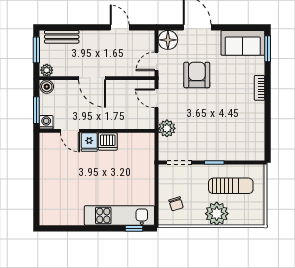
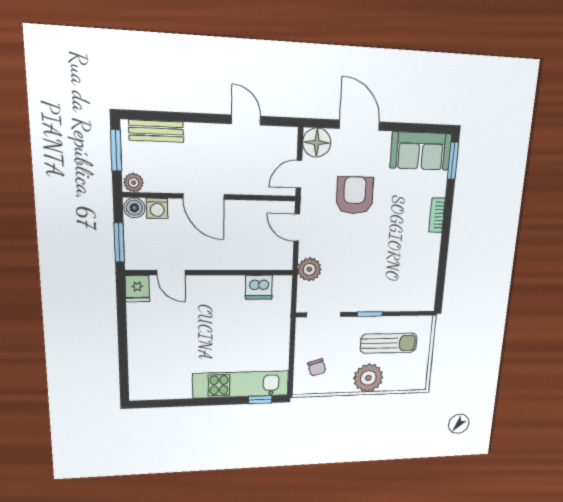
washing machine: (46, 122) -> (157, 208), moved, turned 180
dishwasher: (108, 141) -> (259, 287), moved
fridge: (89, 142) -> (137, 289), moved

